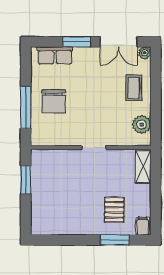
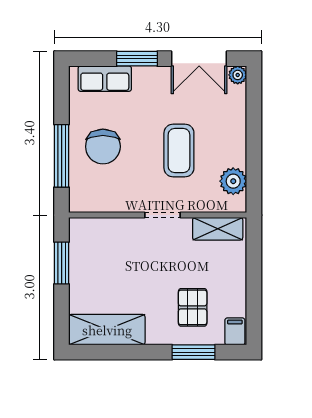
coffee table: (134, 88) -> (179, 151), moved, width x1.36, depth x1.30
shelving: (143, 166) -> (218, 229), moved, turned 90
shelving: (56, 225) -> (107, 330), added

